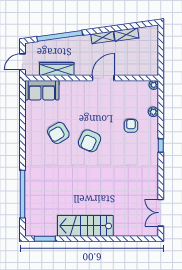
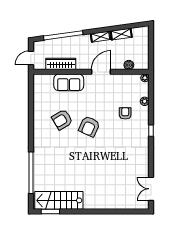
boiler: (135, 70) -> (129, 65), added
sofa: (42, 90) -> (69, 82), moved
stairs: (85, 226) -> (59, 200), moved

